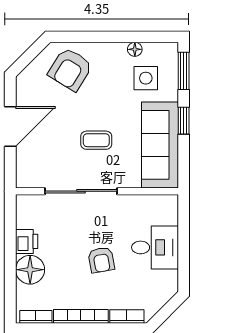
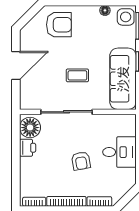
armchair: (70, 69) -> (59, 25), turned -122
side table: (146, 78) -> (126, 17), moved
floor lamp: (30, 270) -> (30, 128), moved

